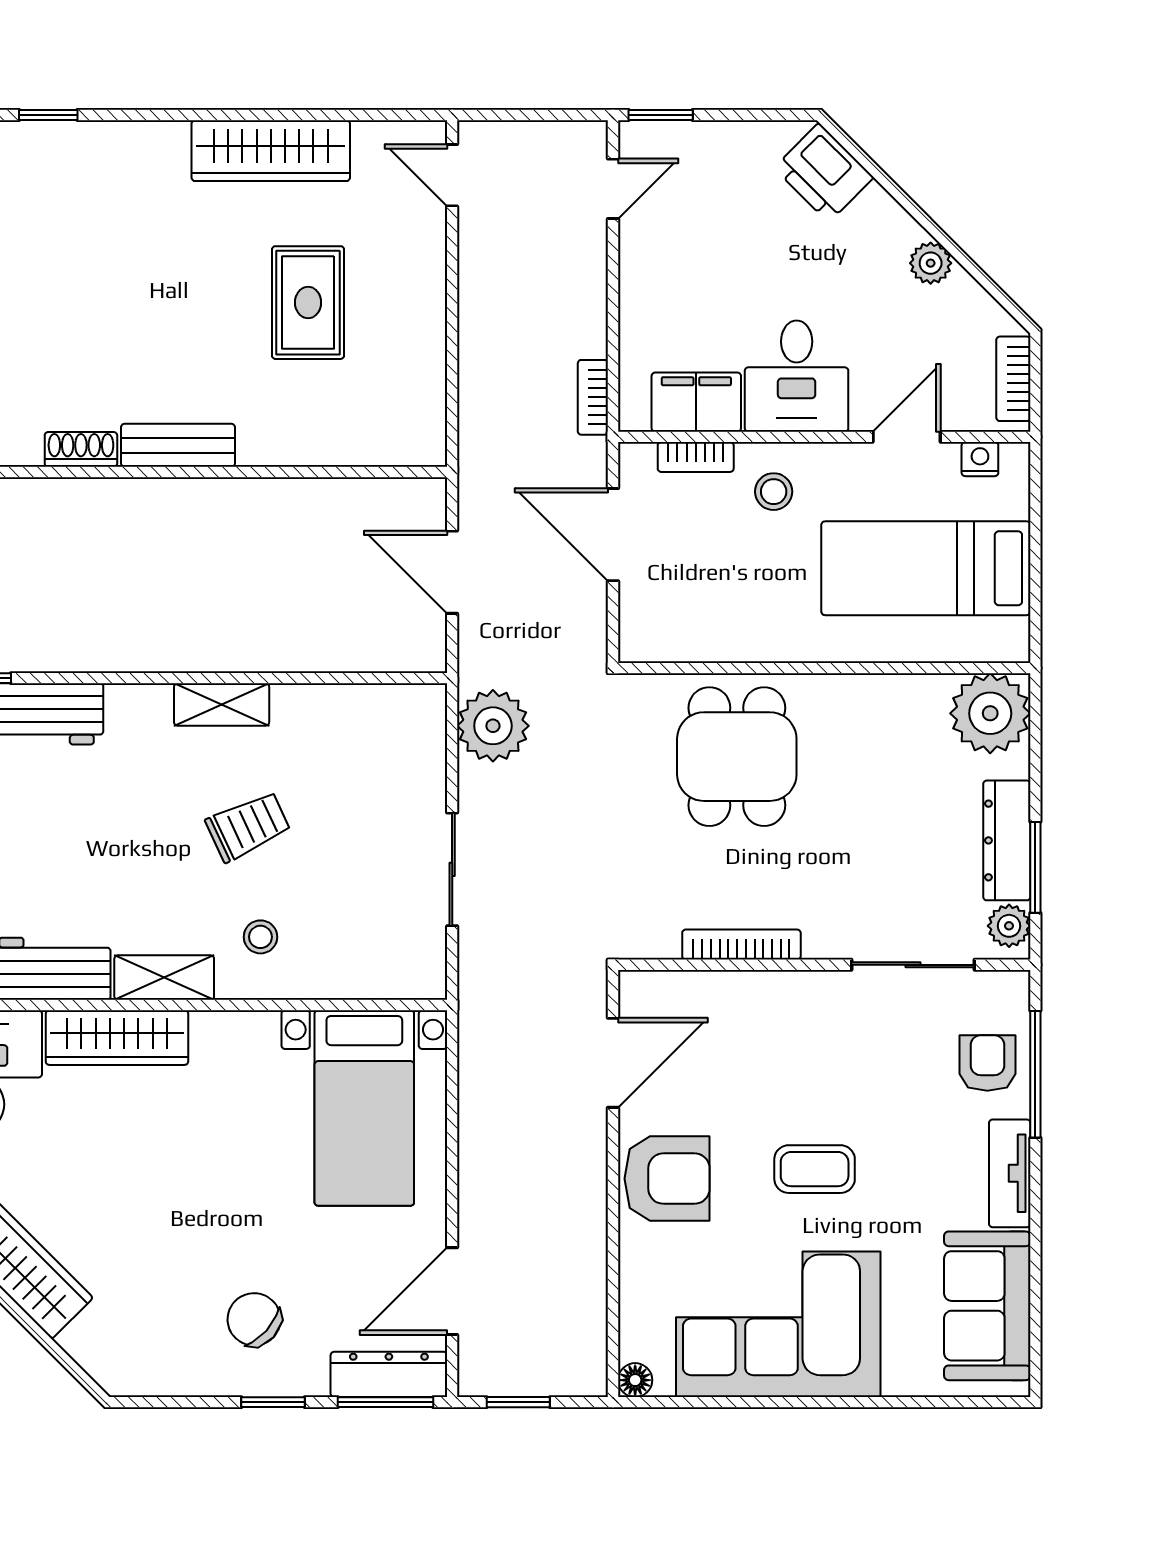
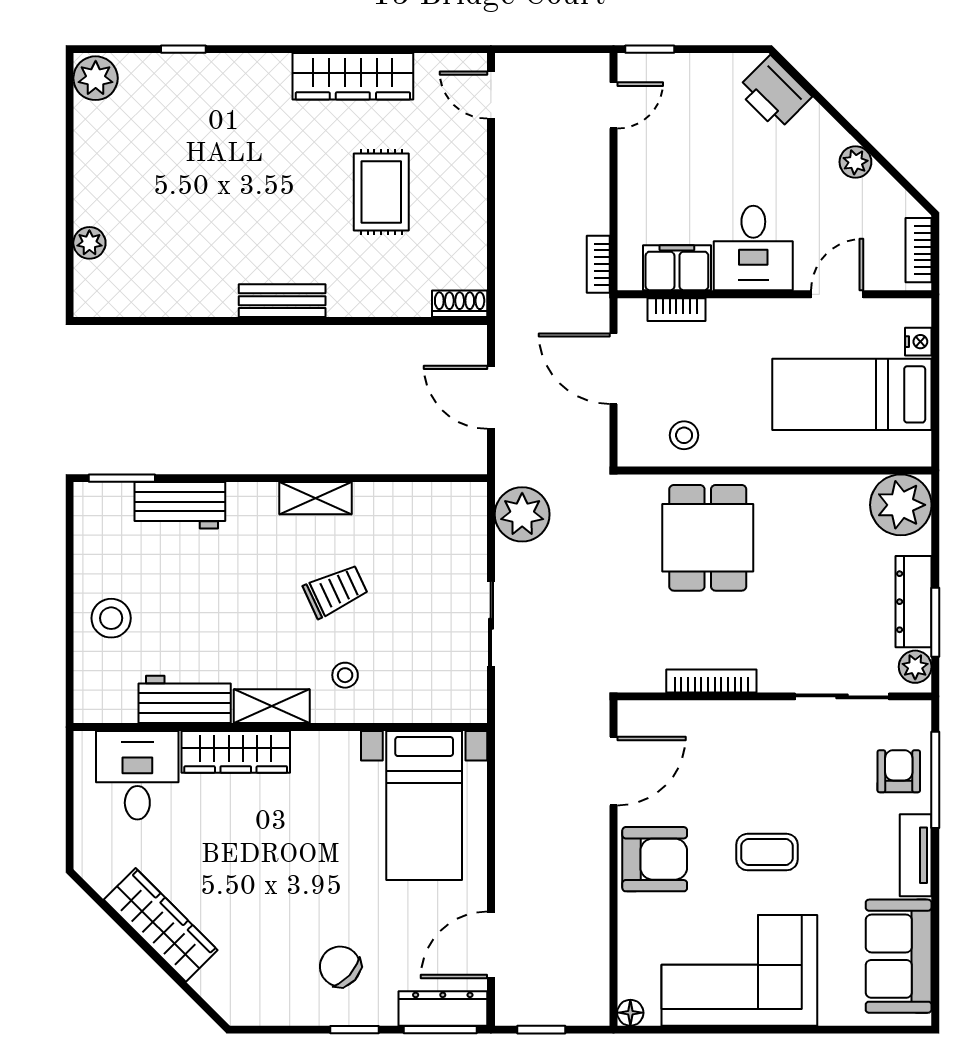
shoe rack: (81, 449) -> (460, 304), moved
nightstand: (980, 459) -> (918, 342), moved, turned 90
stool: (774, 492) -> (684, 435), moved

